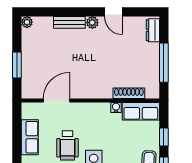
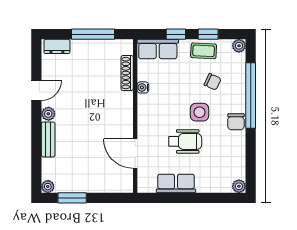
window: (17, 65) -> (72, 198), moved
row of seats: (141, 111) -> (158, 49), moved, turned 90

